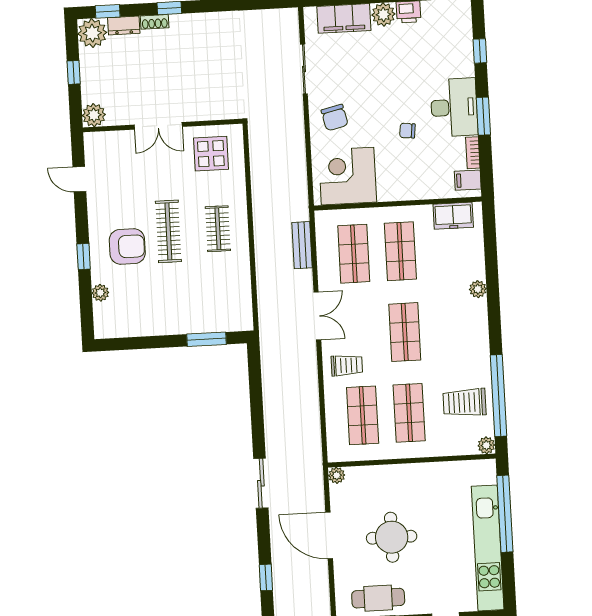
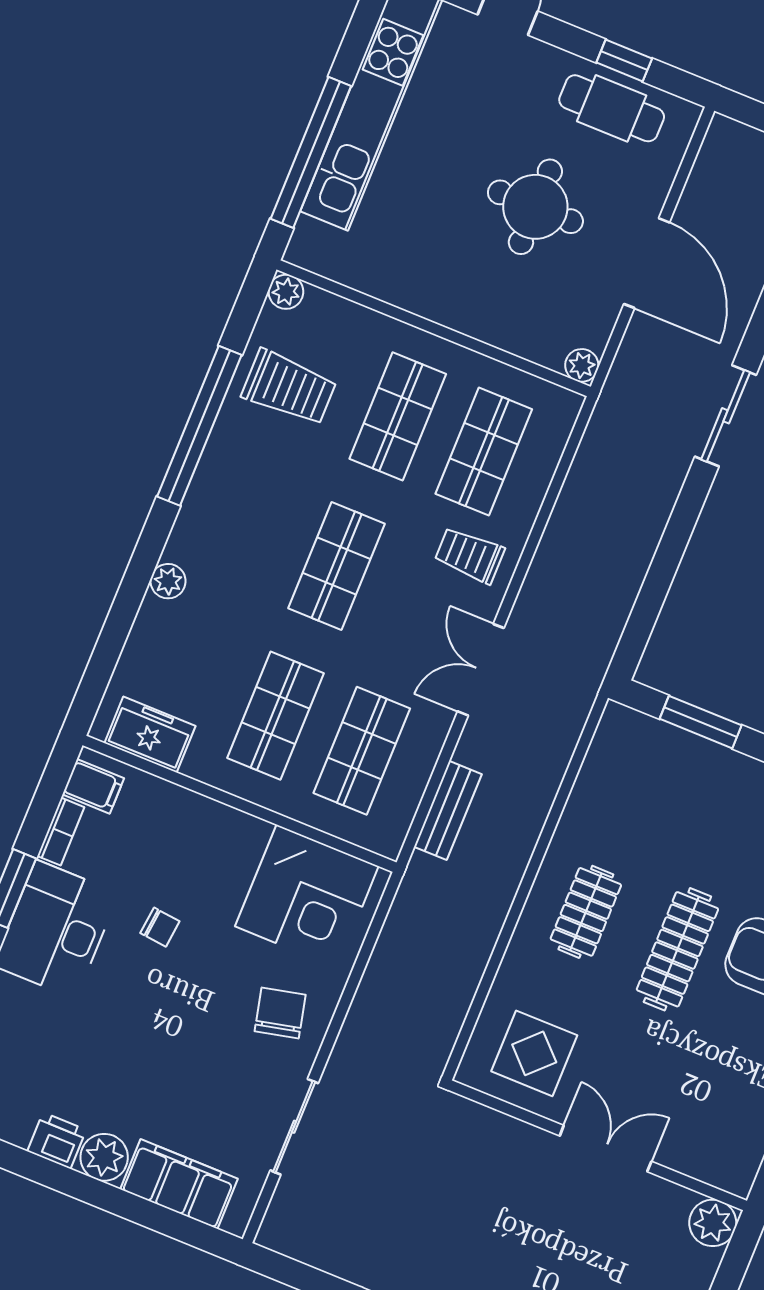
window: (498, 396) -> (199, 426), moved

